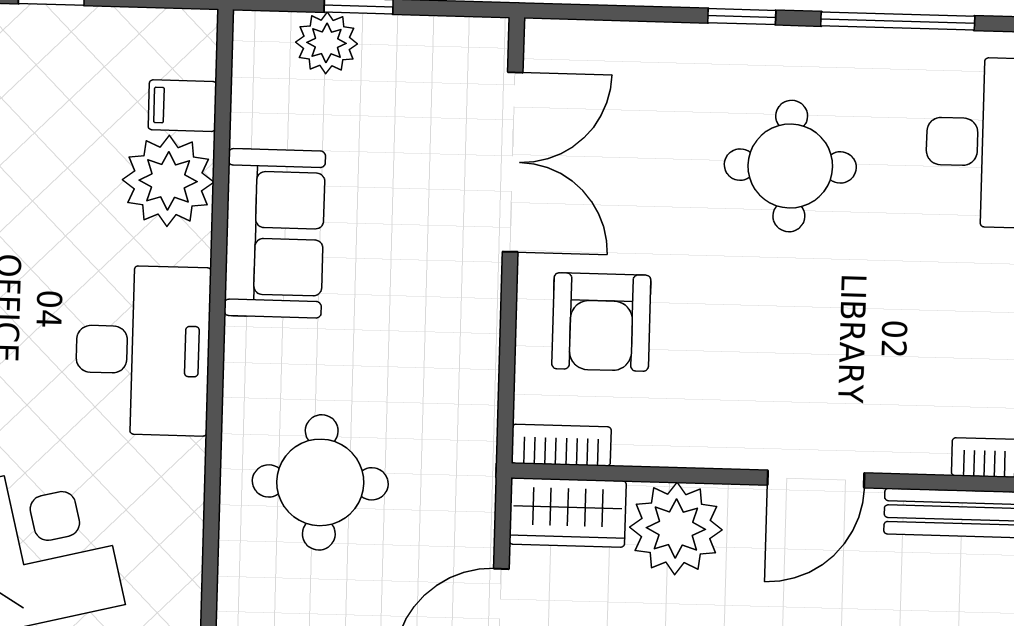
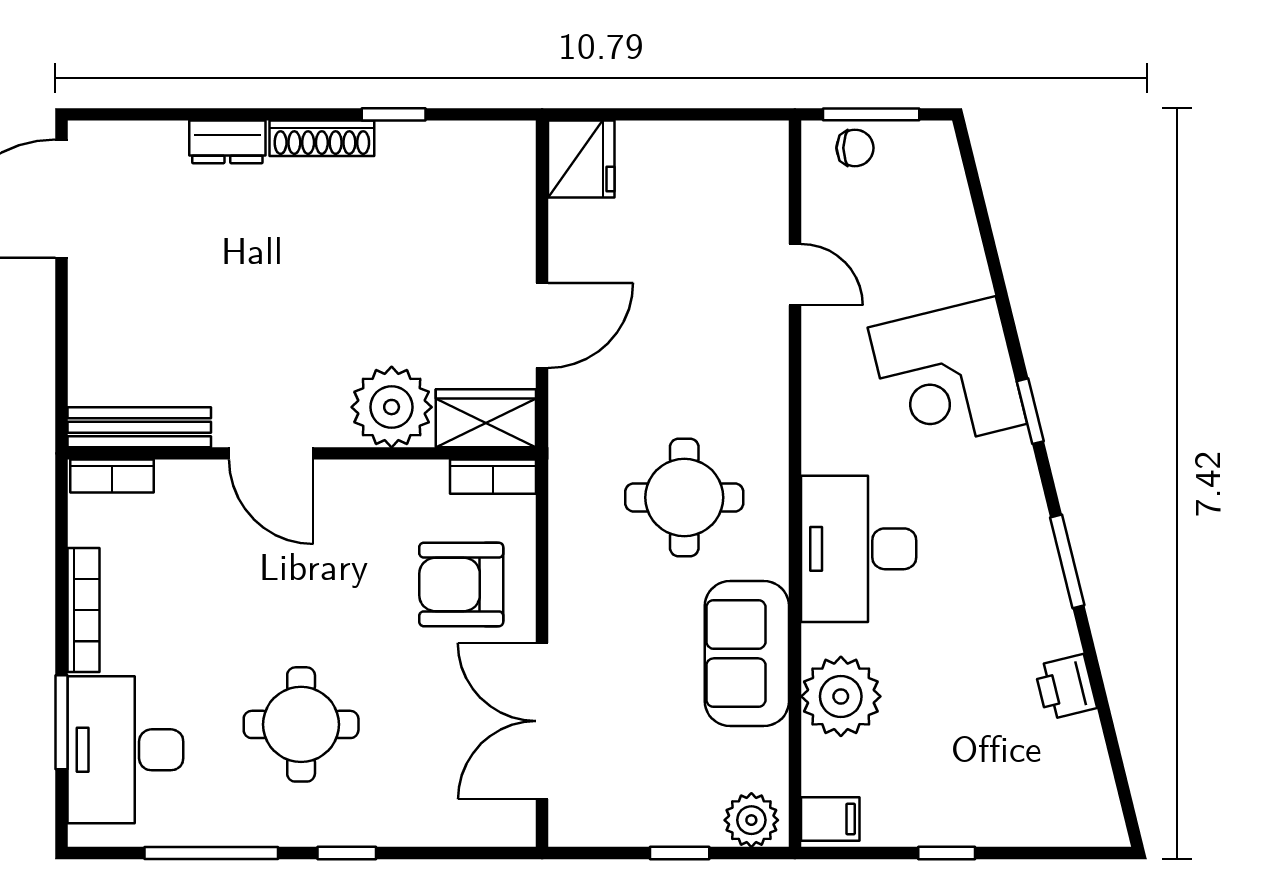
plant: (327, 43) -> (751, 820), moved
filing cabinet: (182, 106) -> (830, 819), moved
armchair: (601, 322) -> (461, 584), turned -90
door: (816, 479) -> (271, 453), swing flipped
round table: (320, 482) -> (684, 497), moved

